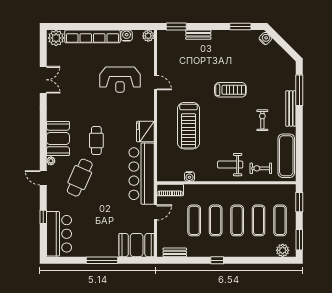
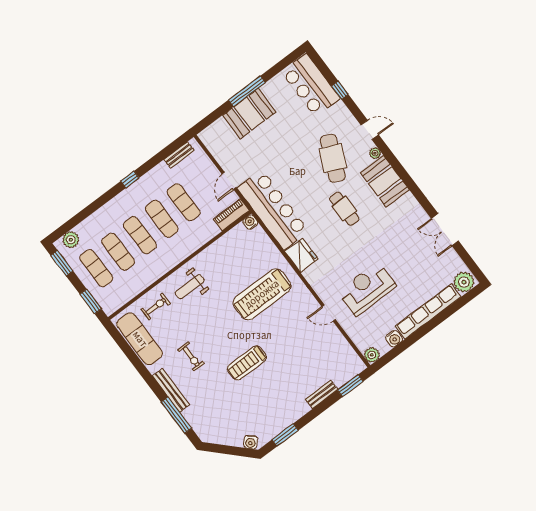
treadmill: (188, 126) -> (262, 294), turned -90
weight bench: (230, 165) -> (190, 287), turned 180
water cooler: (189, 176) -> (250, 222), moved
booth: (137, 245) -> (249, 114), moved

